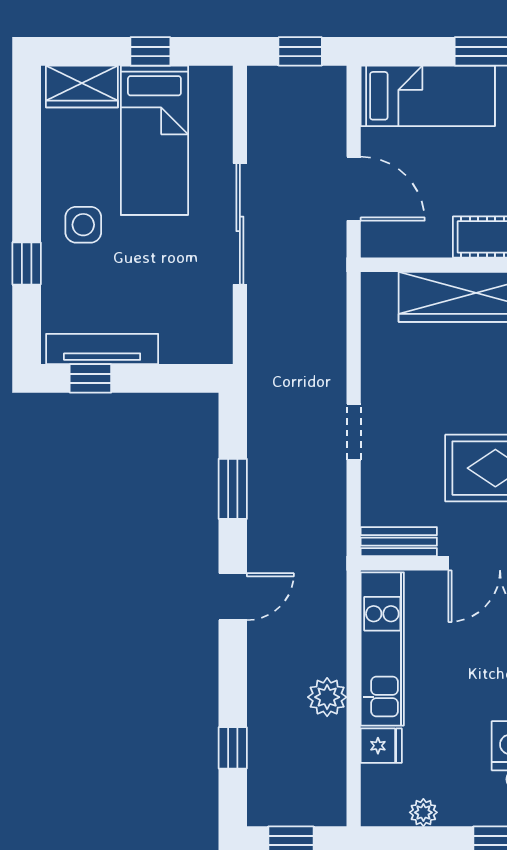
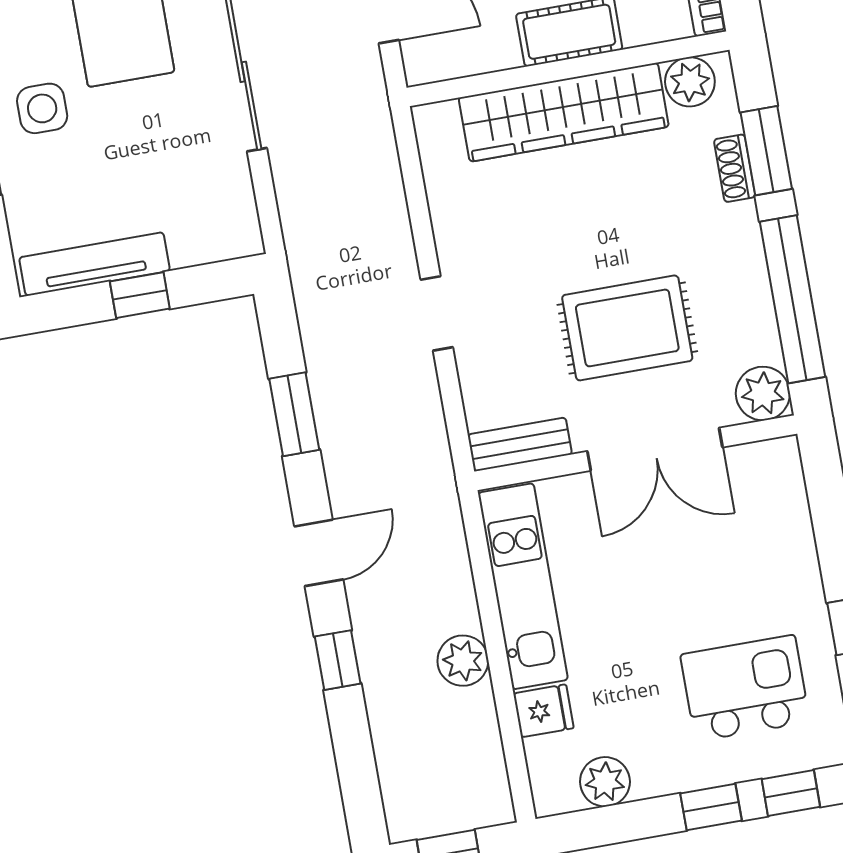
window: (90, 378) -> (140, 295), moved
window: (233, 748) -> (338, 660), moved
plant: (423, 812) -> (605, 782), width x1.38, depth x1.38

